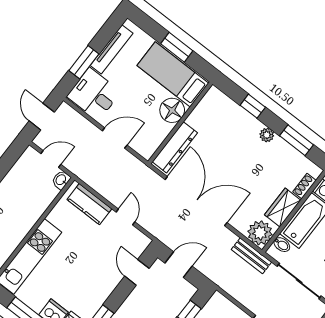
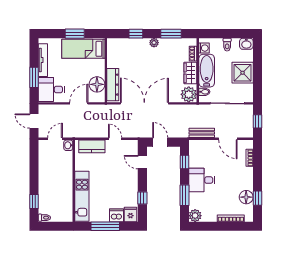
floor lamp: (172, 110) -> (97, 84), moved
bench: (251, 256) -> (202, 133), moved
door: (178, 265) -> (160, 142), hinge flipped

